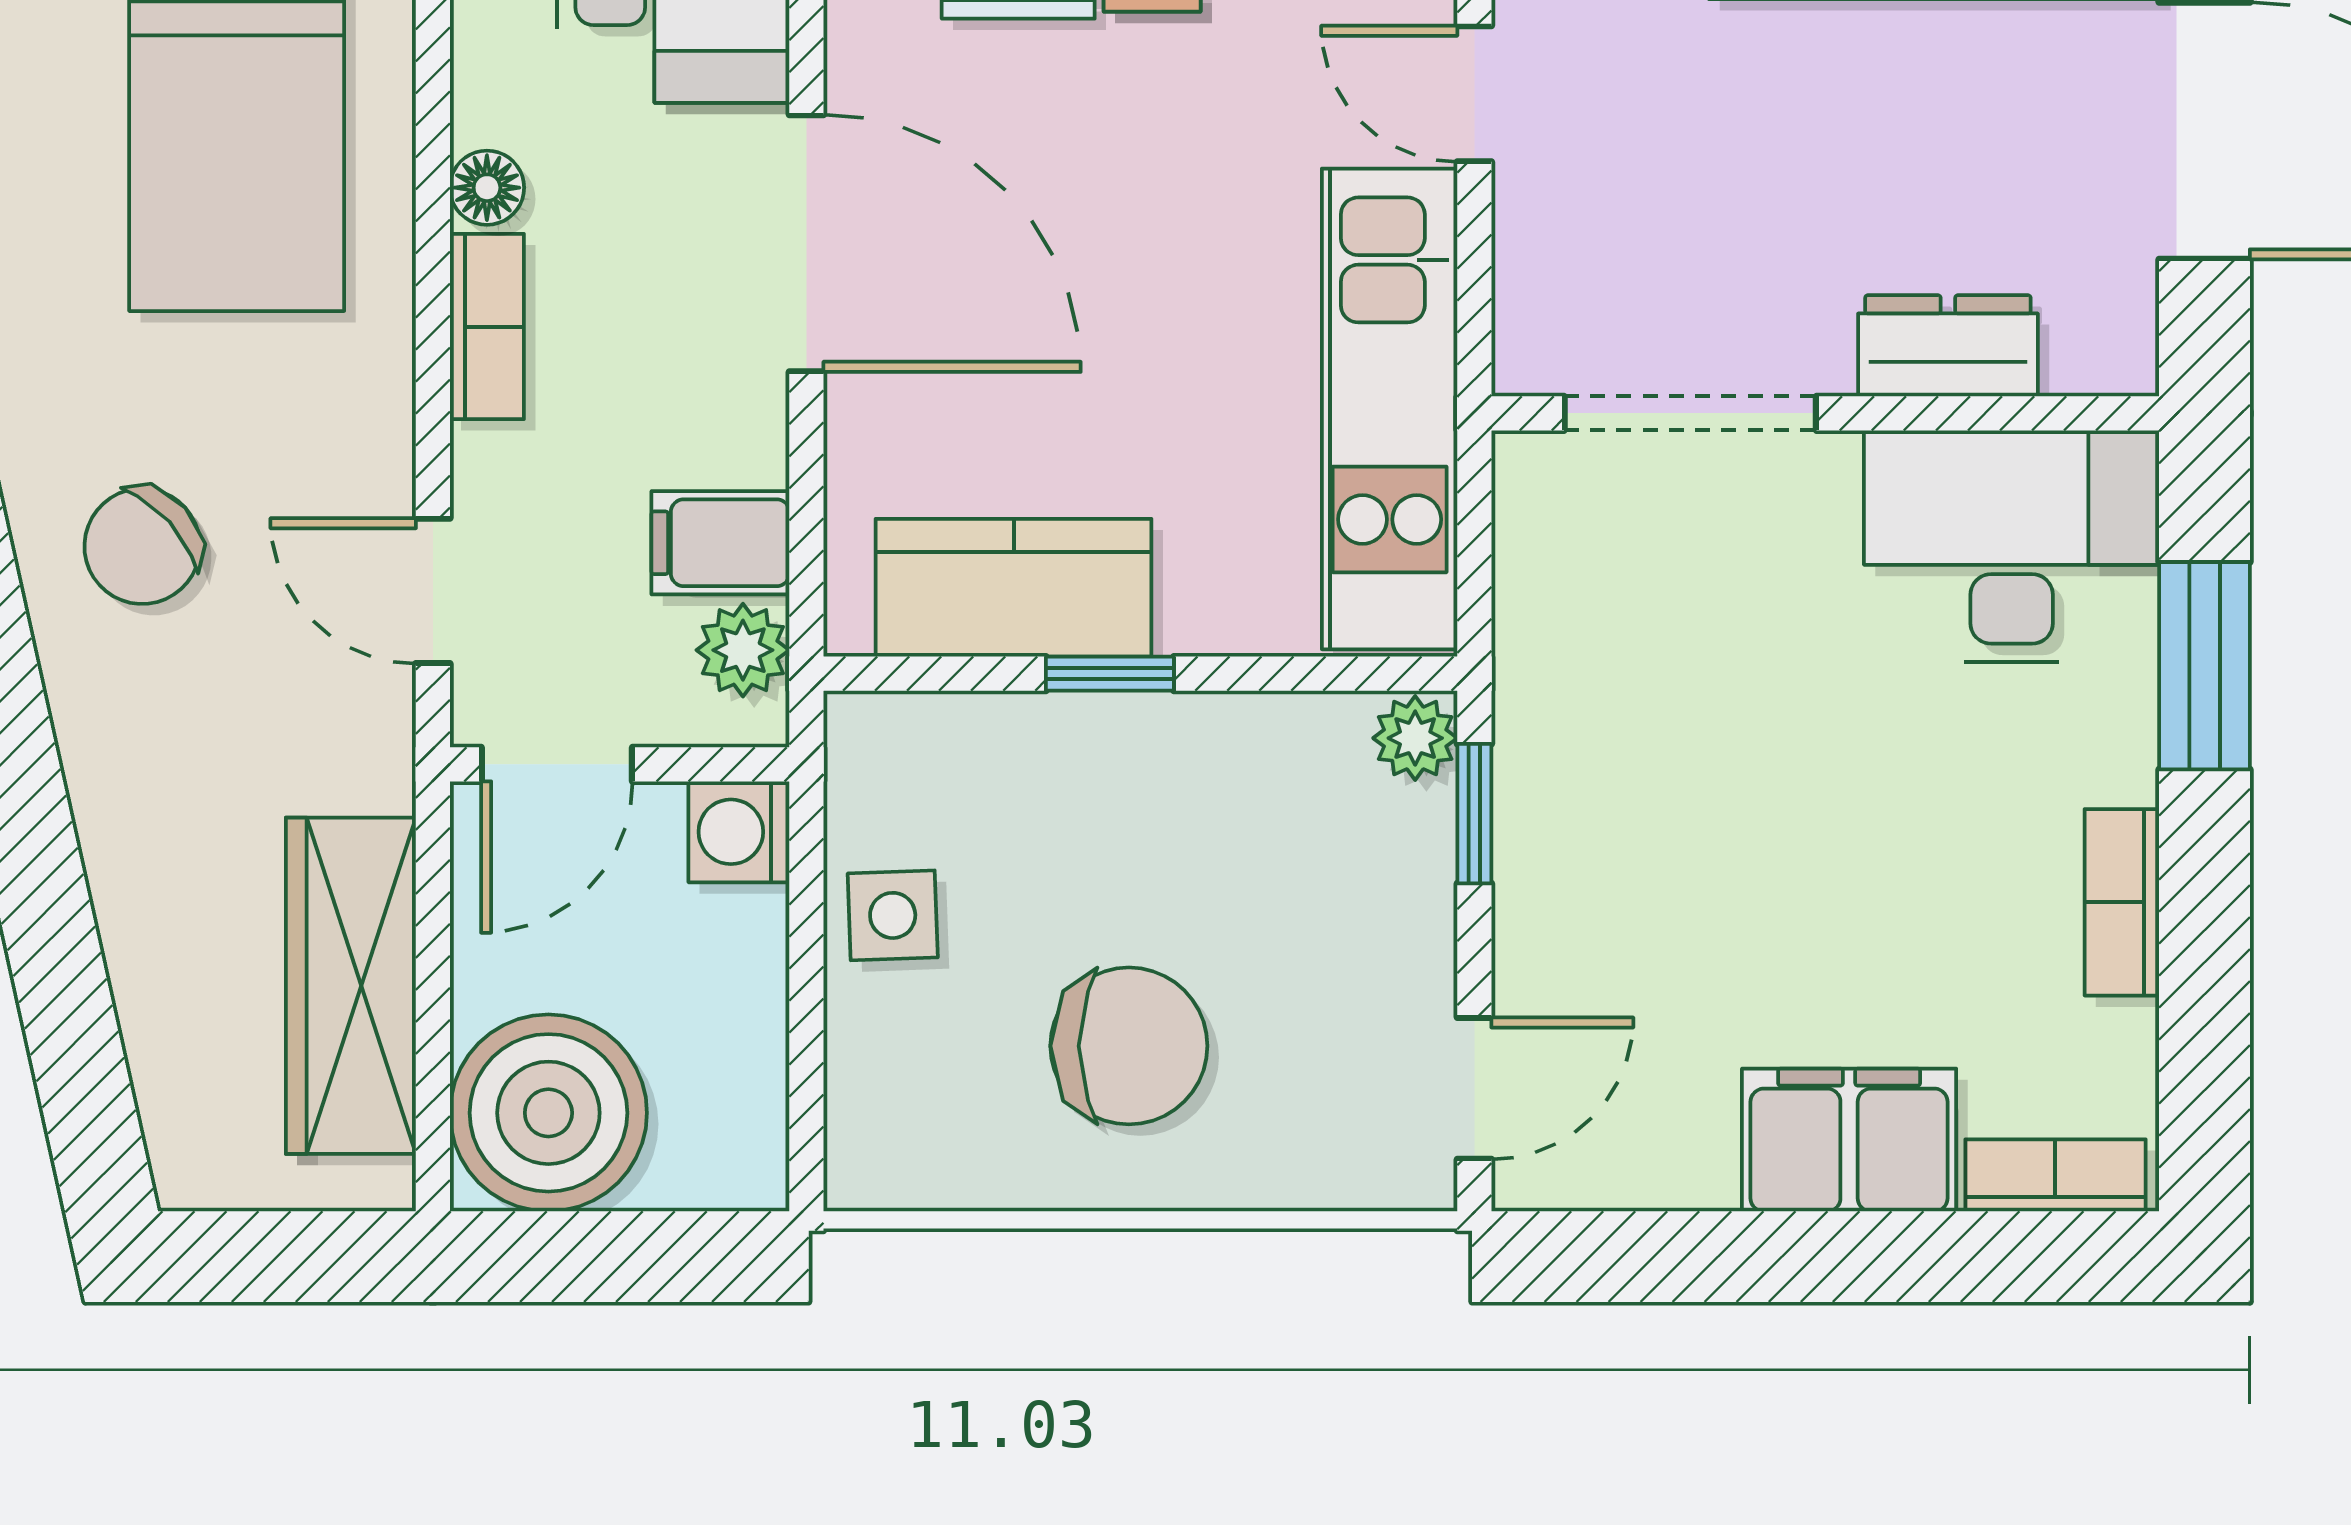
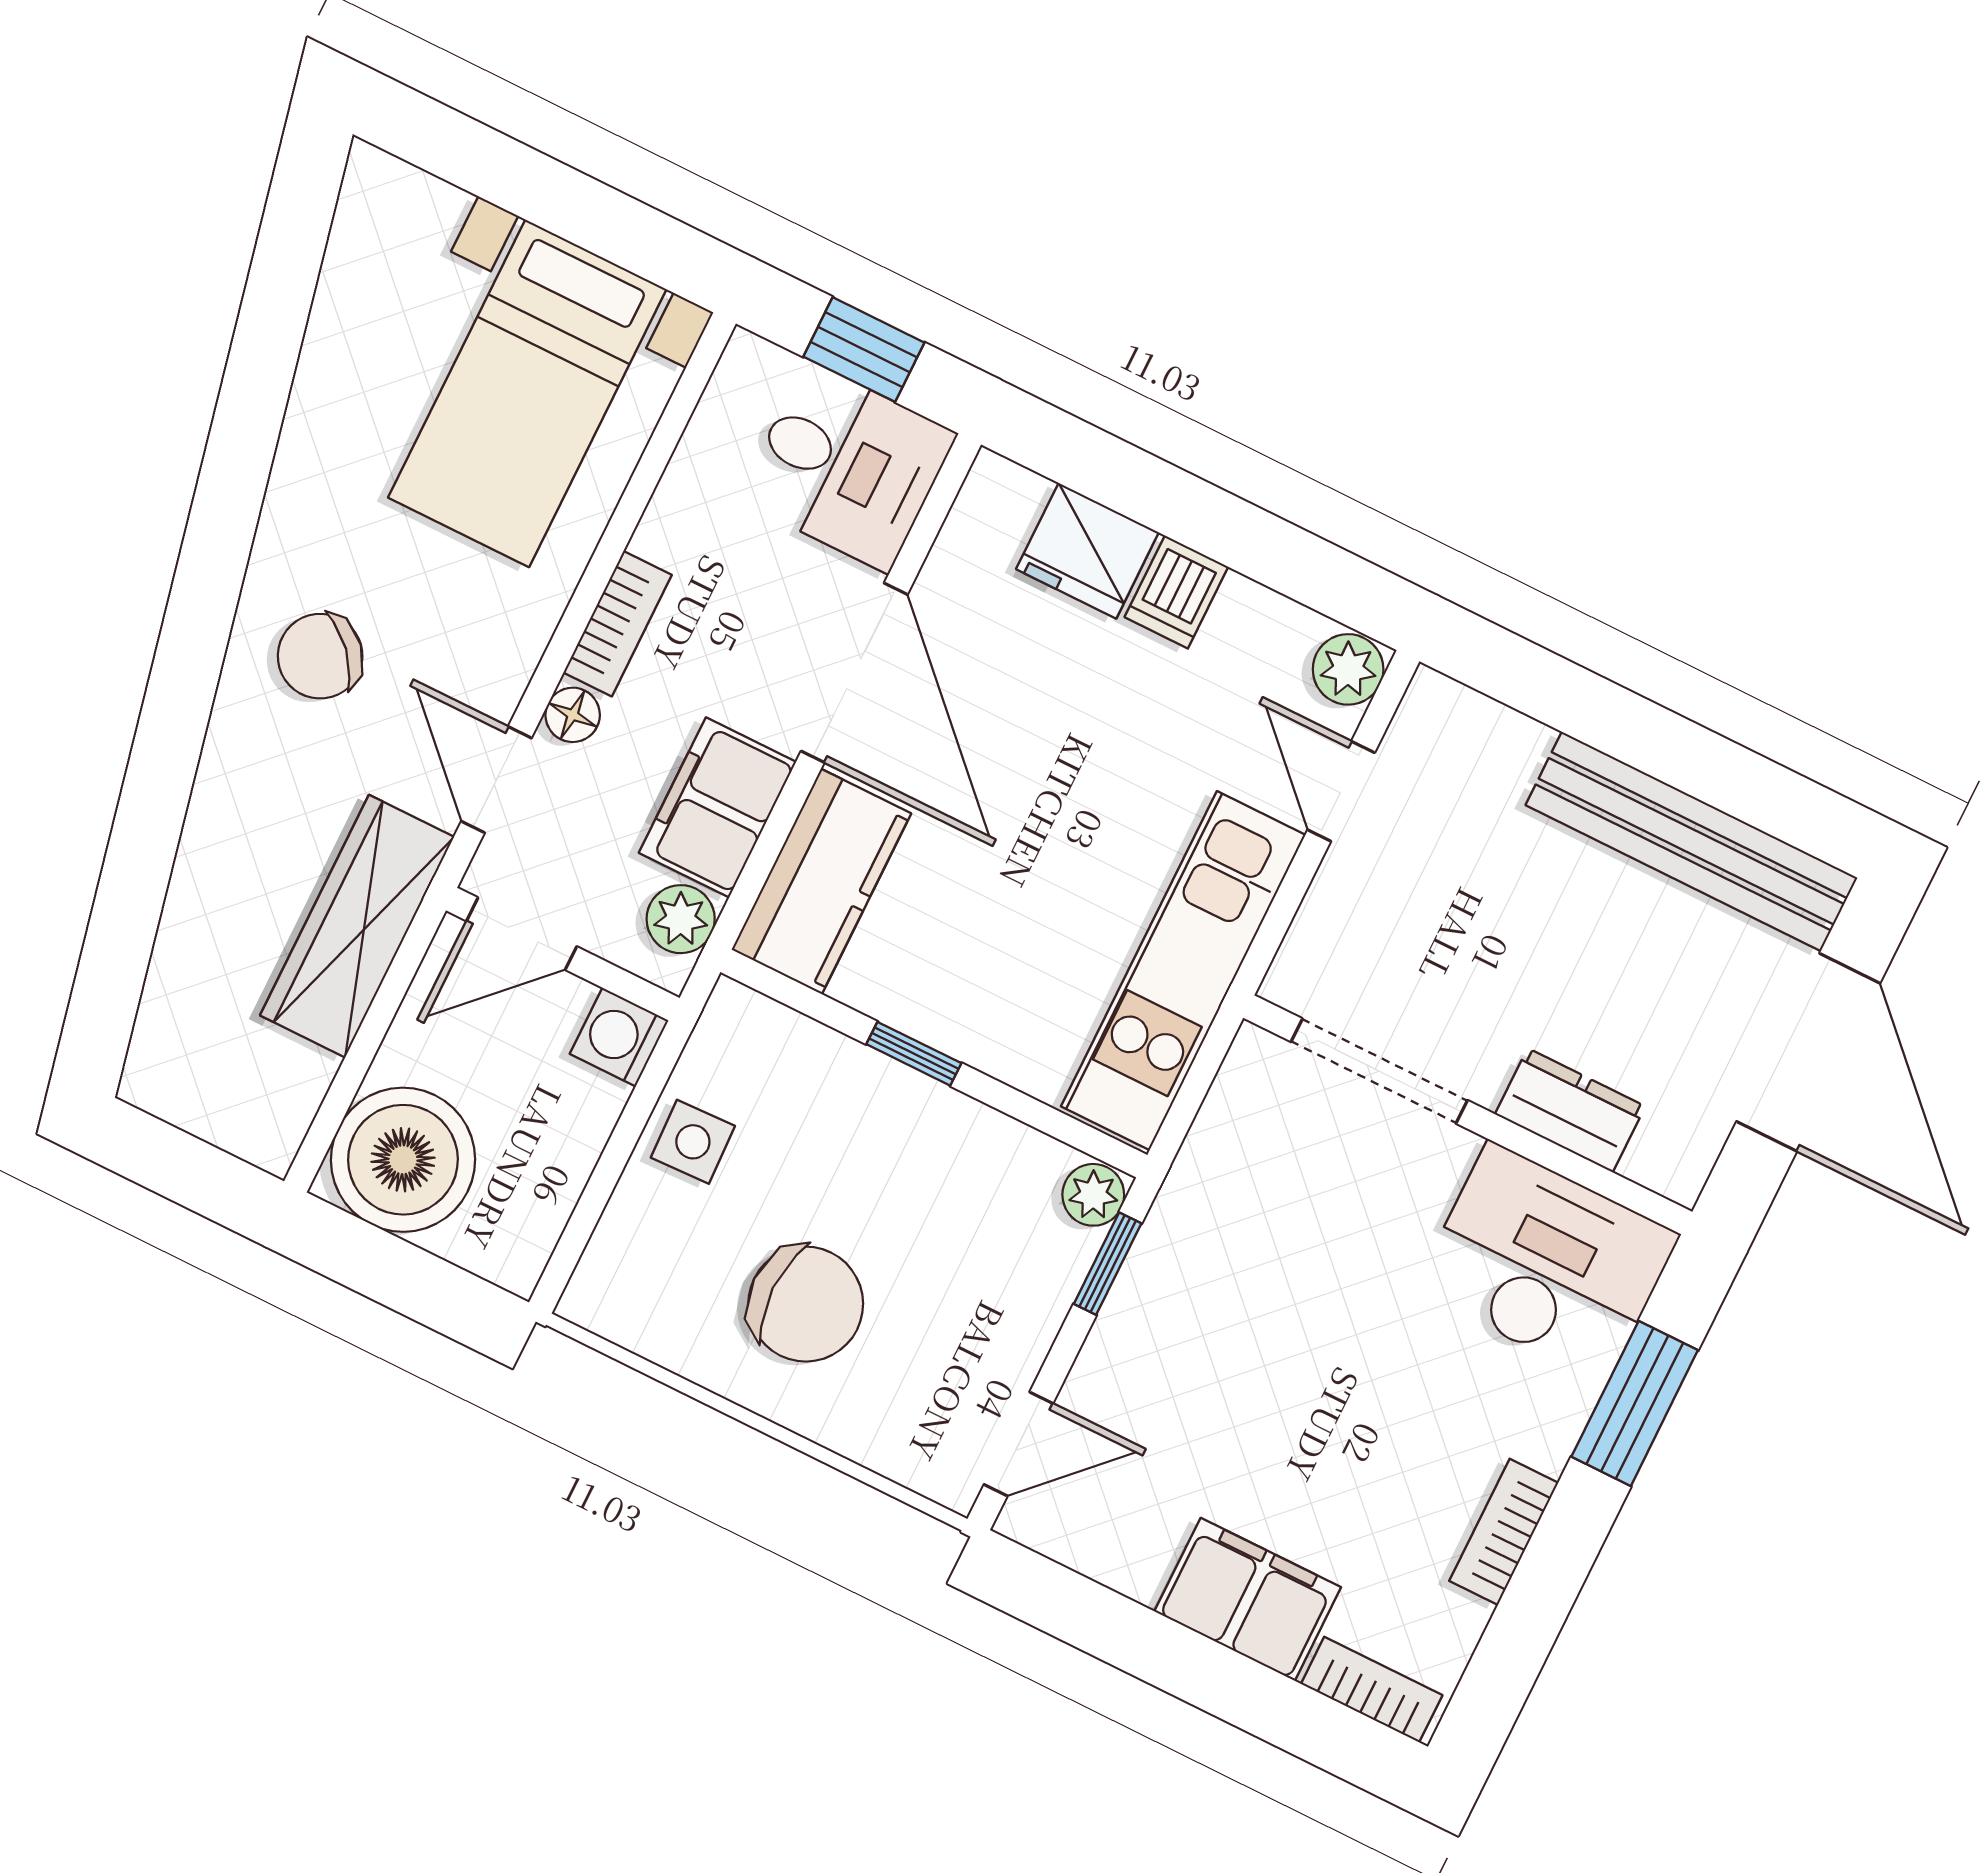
floor lamp: (487, 188) -> (573, 715), moved
filing cabinet: (720, 543) -> (718, 807), width x2.00
kitchen counter: (1014, 588) -> (821, 881), moved, turned 90
wardrobe: (351, 986) -> (357, 926), moved

